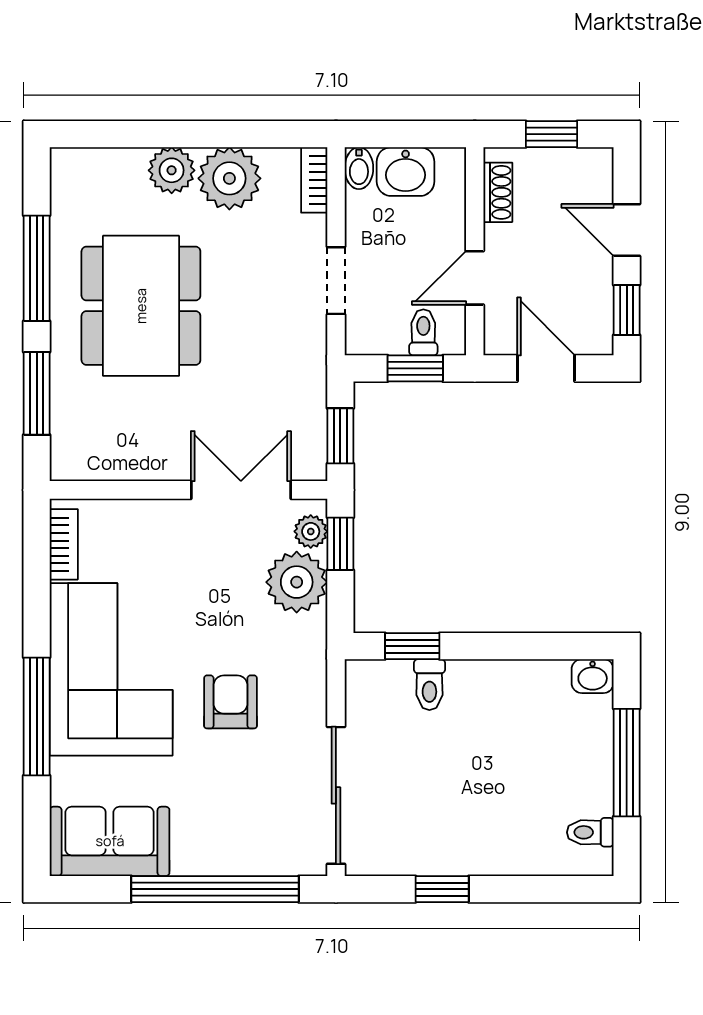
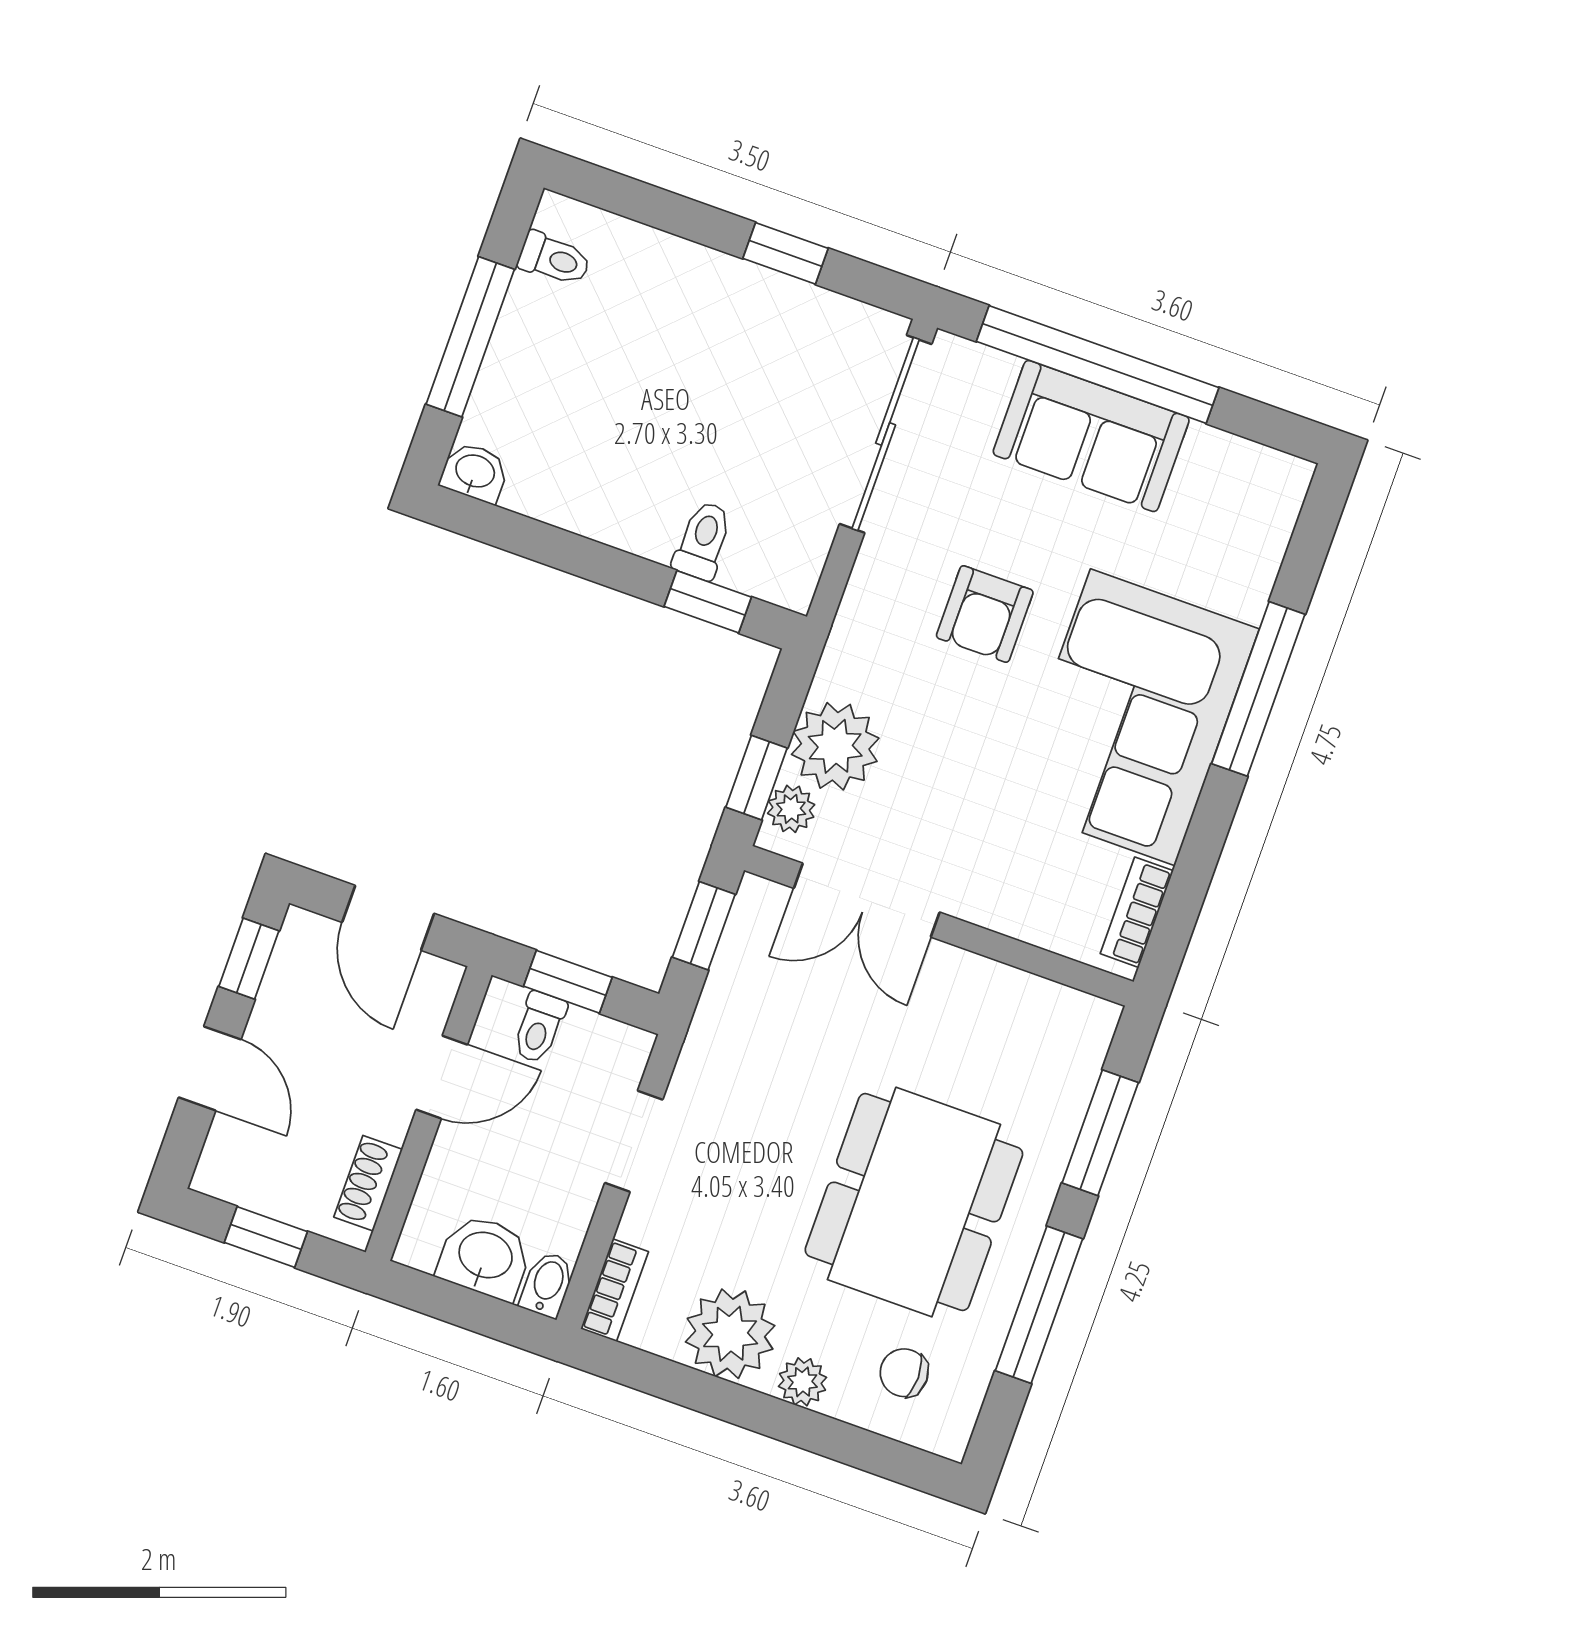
plant: (172, 170) -> (803, 1382), width x0.73, depth x0.73
chair: (108, 193) -> (904, 1373), added
sofa: (110, 841) -> (1091, 436), moved

